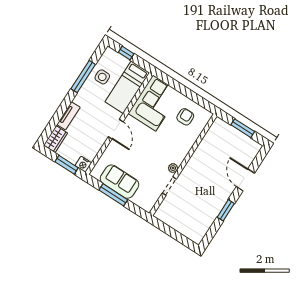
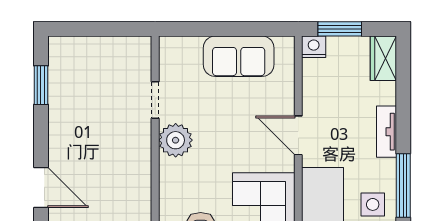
tv unit: (68, 116) -> (387, 132), moved
plant: (173, 168) -> (176, 140), width x1.87, depth x1.87
window: (113, 195) -> (235, 29), removed
window: (226, 210) -> (41, 85), moved

